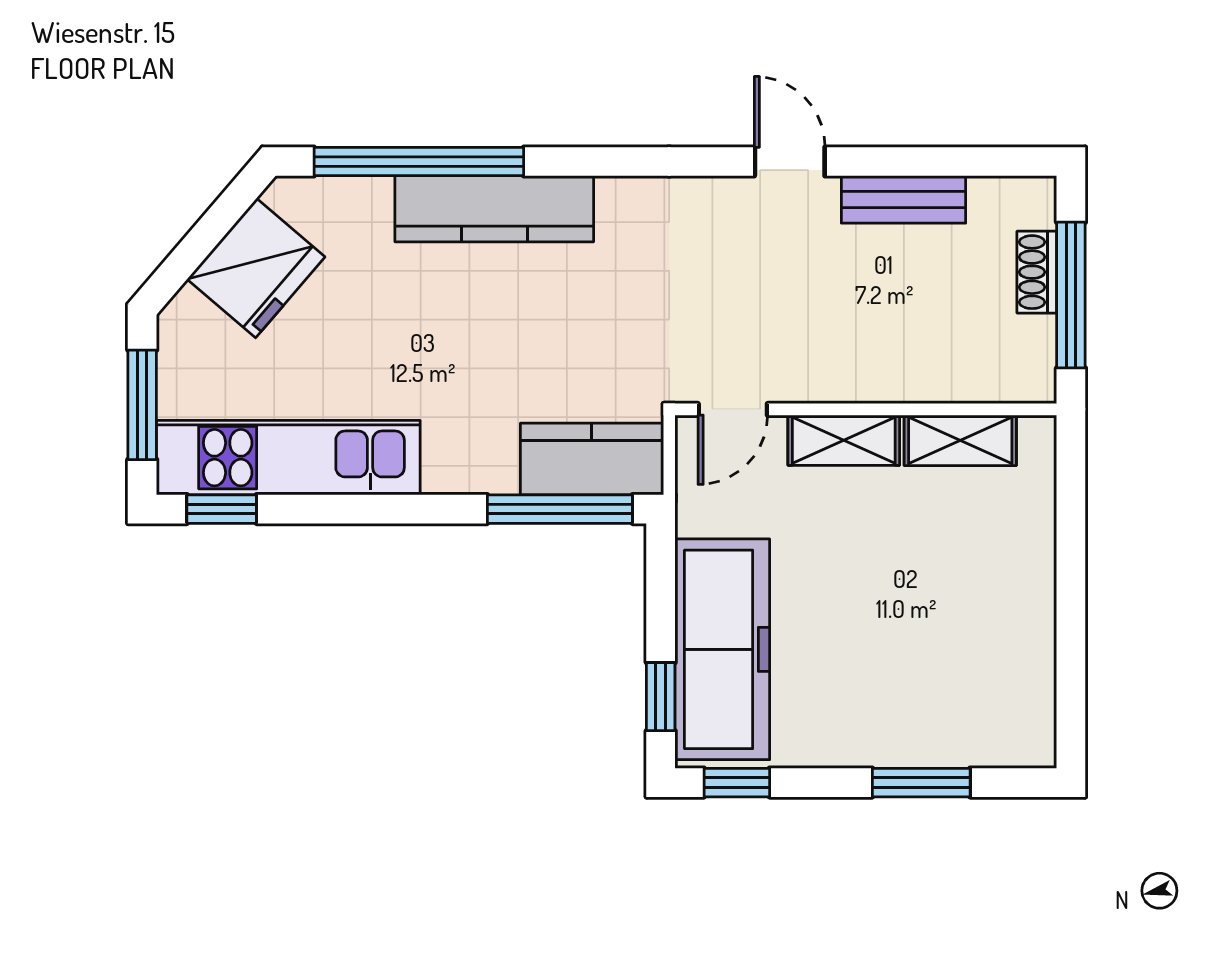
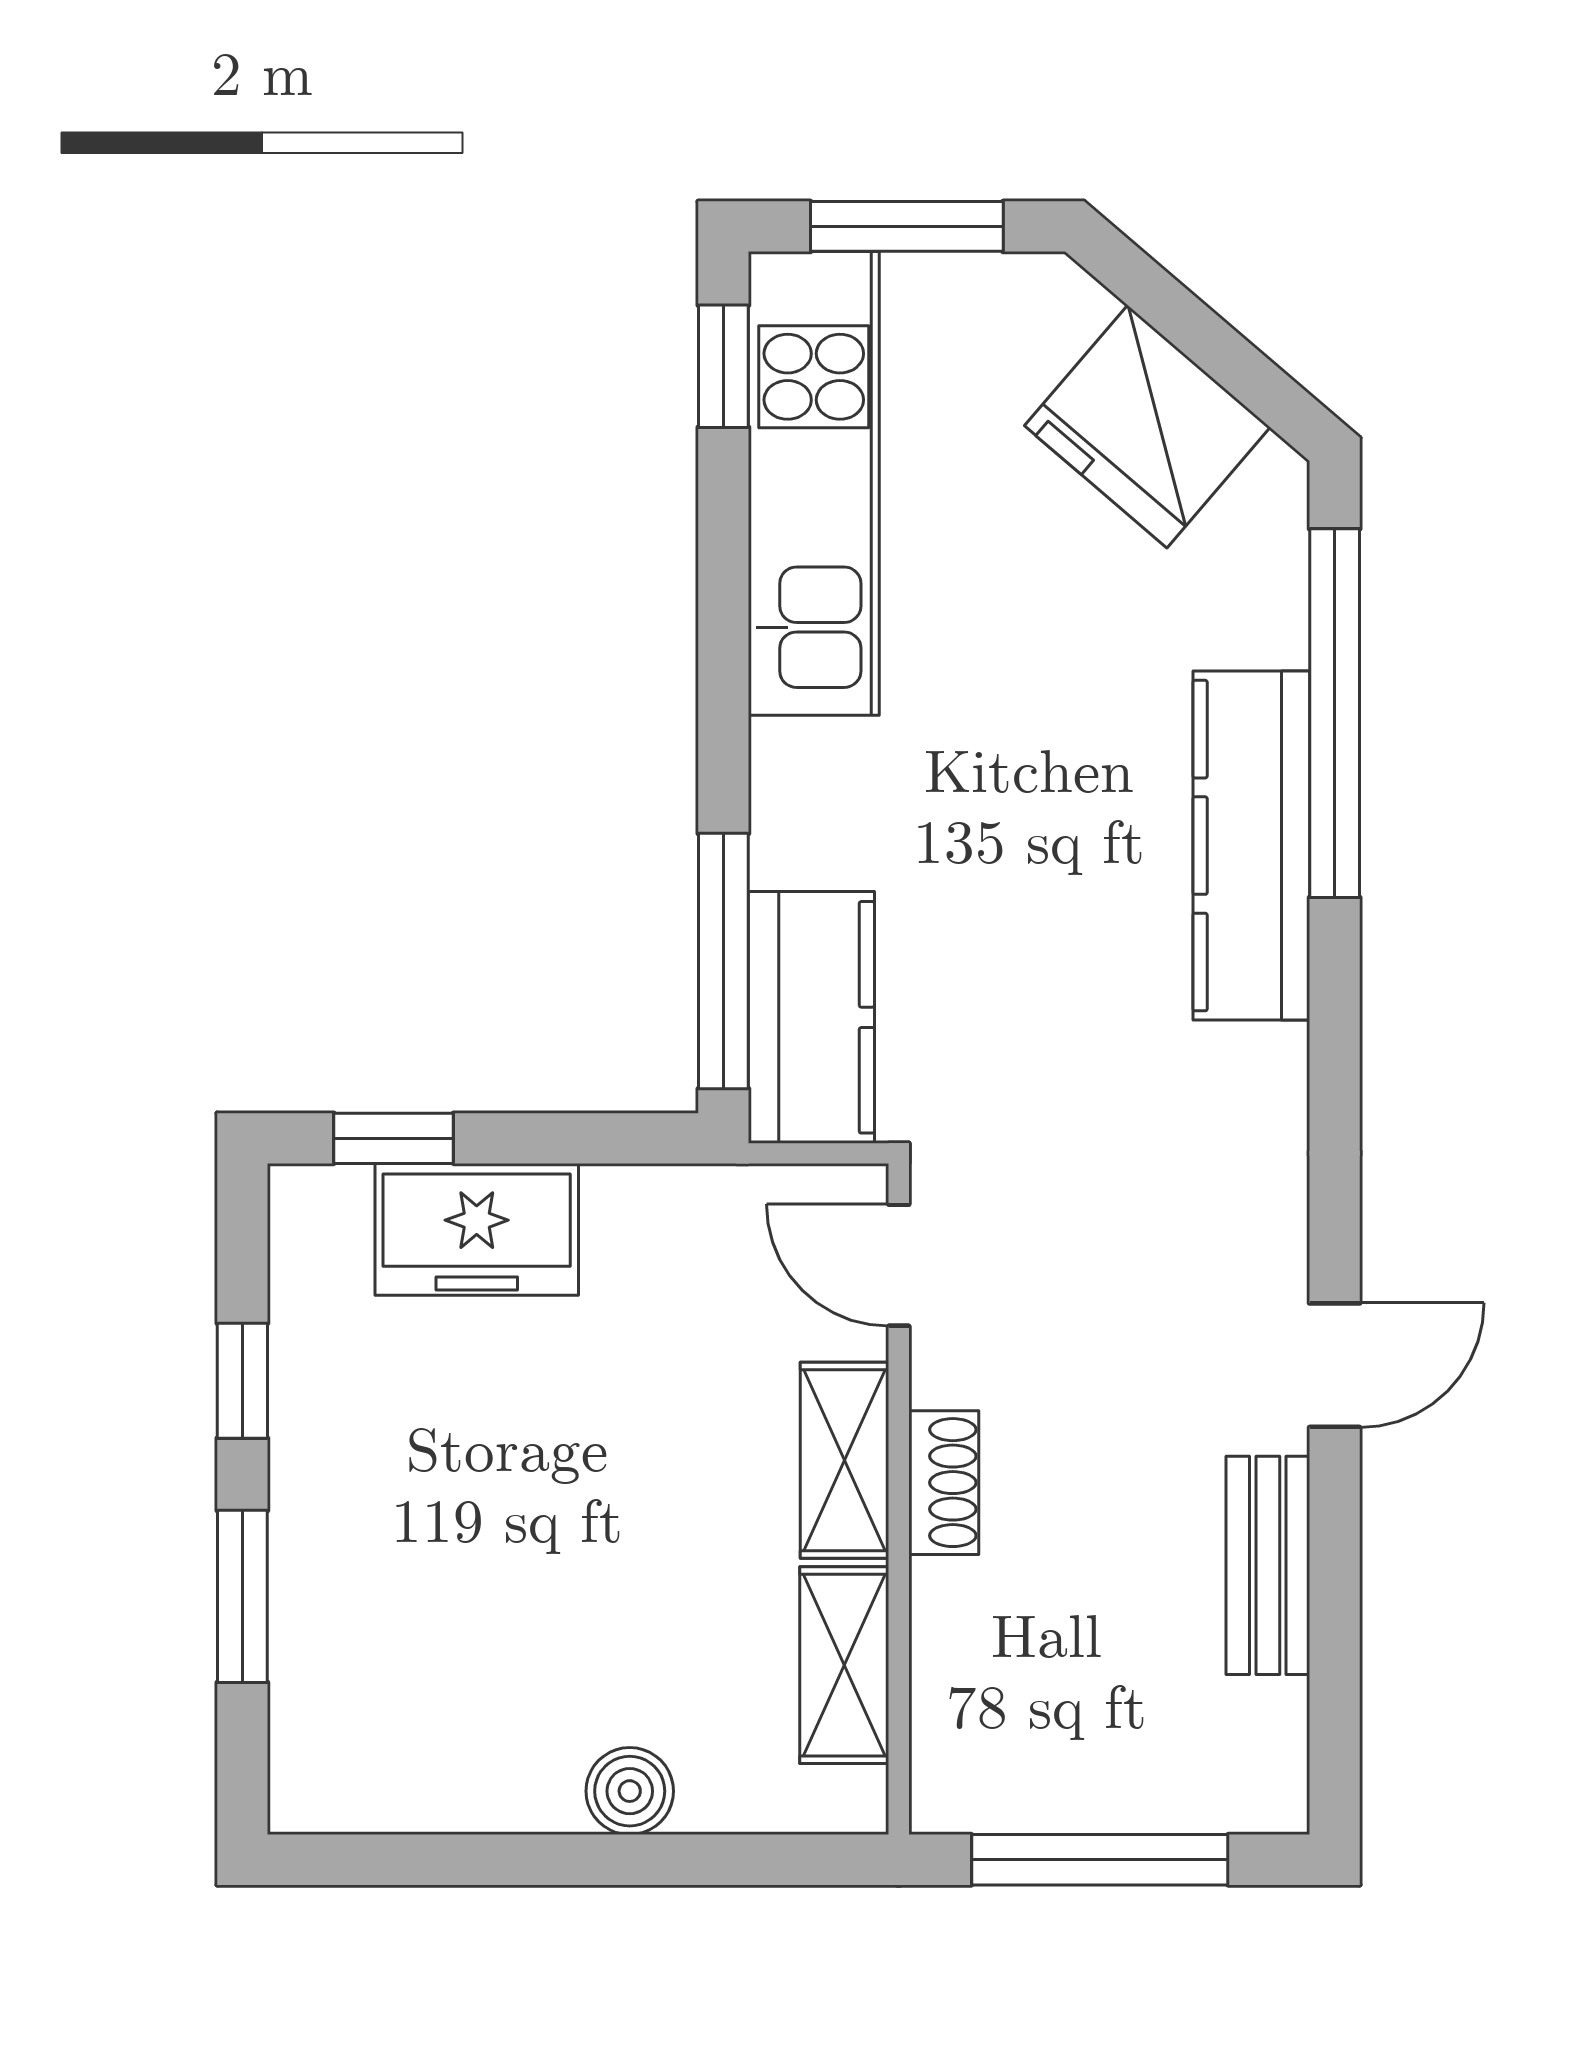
shoe rack: (1037, 272) -> (944, 1483), moved, turned 90
boiler: (1032, 562) -> (630, 1791), added
freezer: (722, 649) -> (477, 1229), width x0.52, depth x0.79
window: (737, 783) -> (242, 1381), moved

